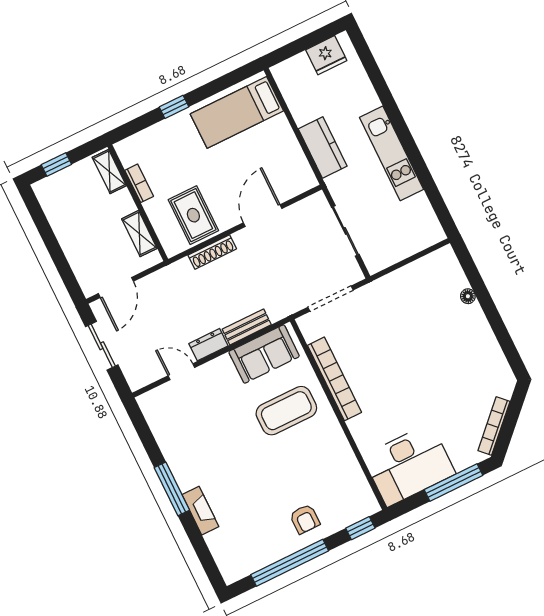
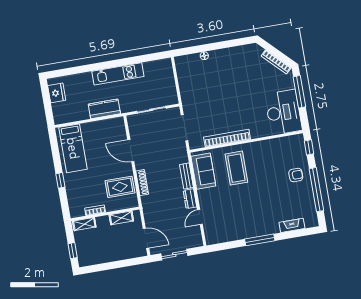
fireplace: (200, 511) -> (292, 225), moved

